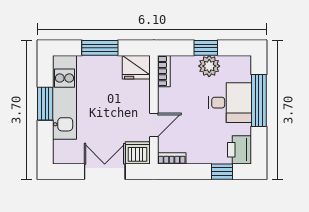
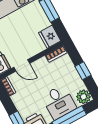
plant: (209, 66) -> (83, 97), moved

